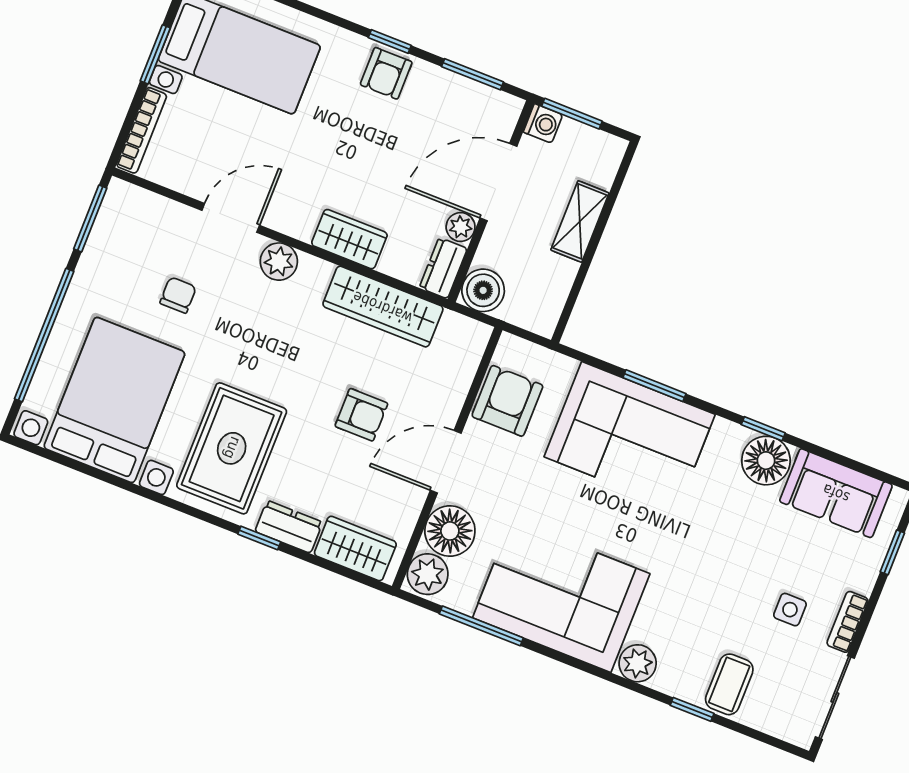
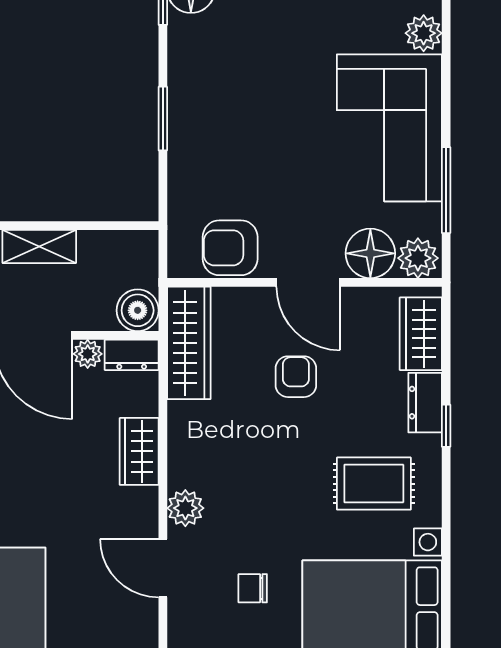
wardrobe: (383, 307) -> (189, 343), moved
corner sofa: (630, 436) -> (218, 123), removed
rug: (232, 448) -> (374, 484), width x0.73, depth x0.70

